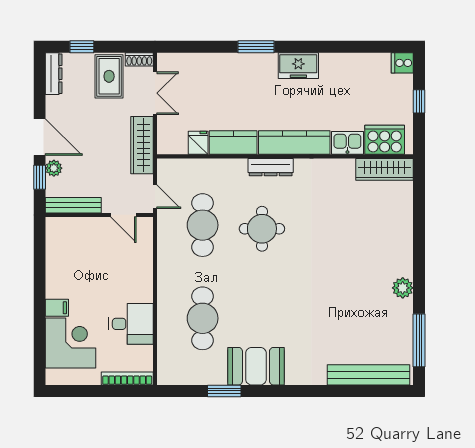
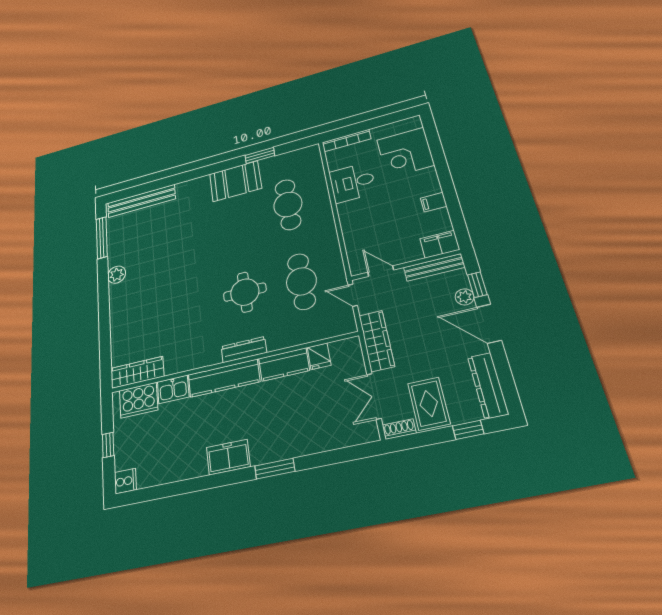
dresser: (54, 74) -> (488, 385), width x1.37, depth x1.24
filing cabinet: (62, 228) -> (440, 244), added
filing cabinet: (57, 308) -> (434, 202), moved

